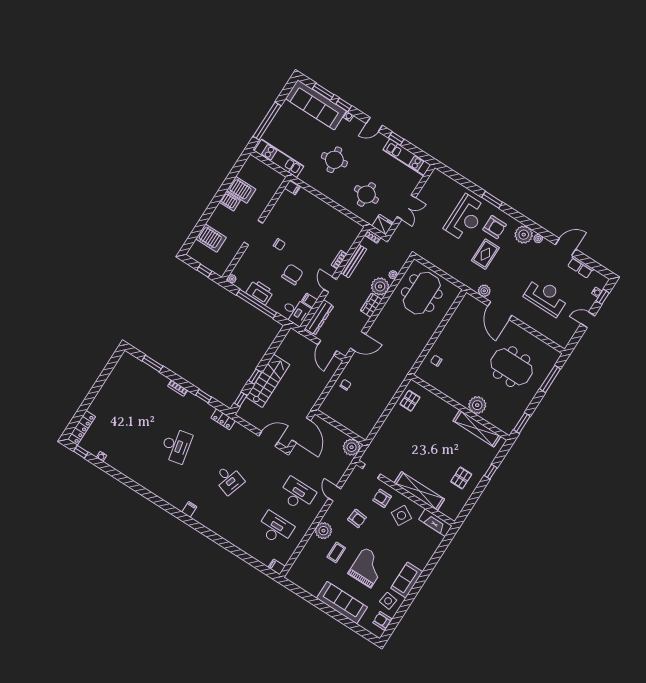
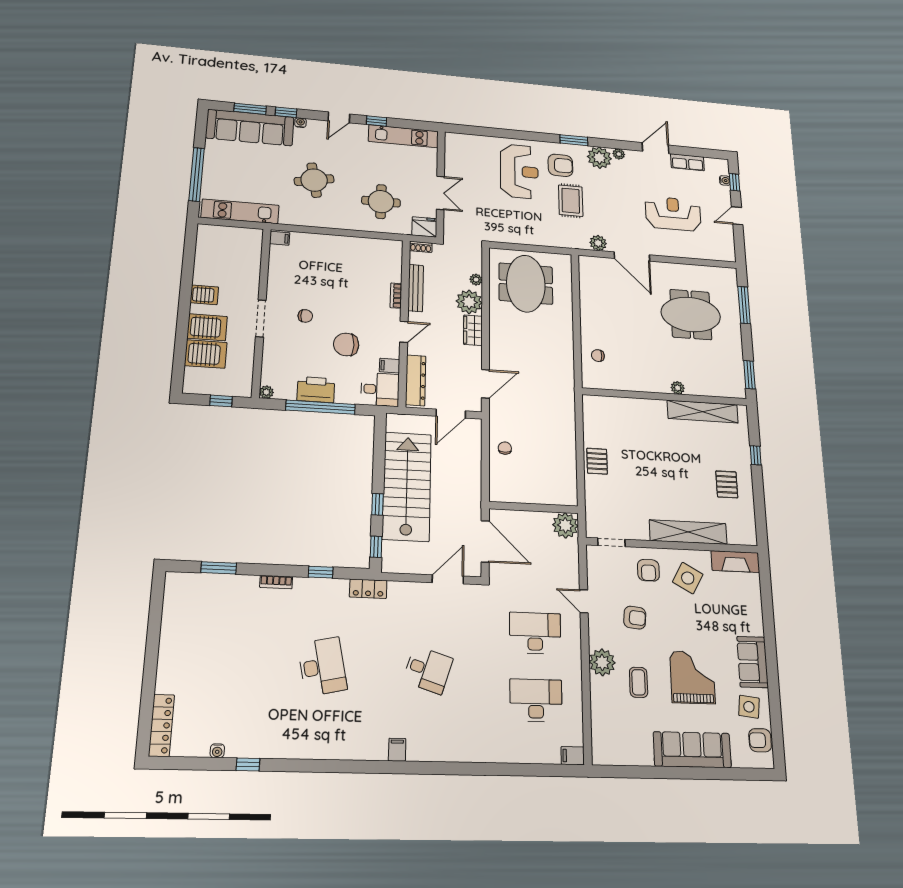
server rack: (241, 190) -> (207, 327), moved
window: (492, 200) -> (574, 140), moved
chair: (292, 274) -> (346, 344), turned -90
door: (330, 284) -> (404, 332), swing flipped
door: (327, 348) -> (451, 414), hinge flipped
stairs: (268, 381) -> (407, 486), width x1.36, depth x1.51
pallet: (410, 401) -> (597, 461), moved
plant: (477, 405) -> (678, 388), width x0.53, depth x0.53
window: (81, 452) -> (248, 764), moved
armchair: (382, 498) -> (648, 570), turned -90

